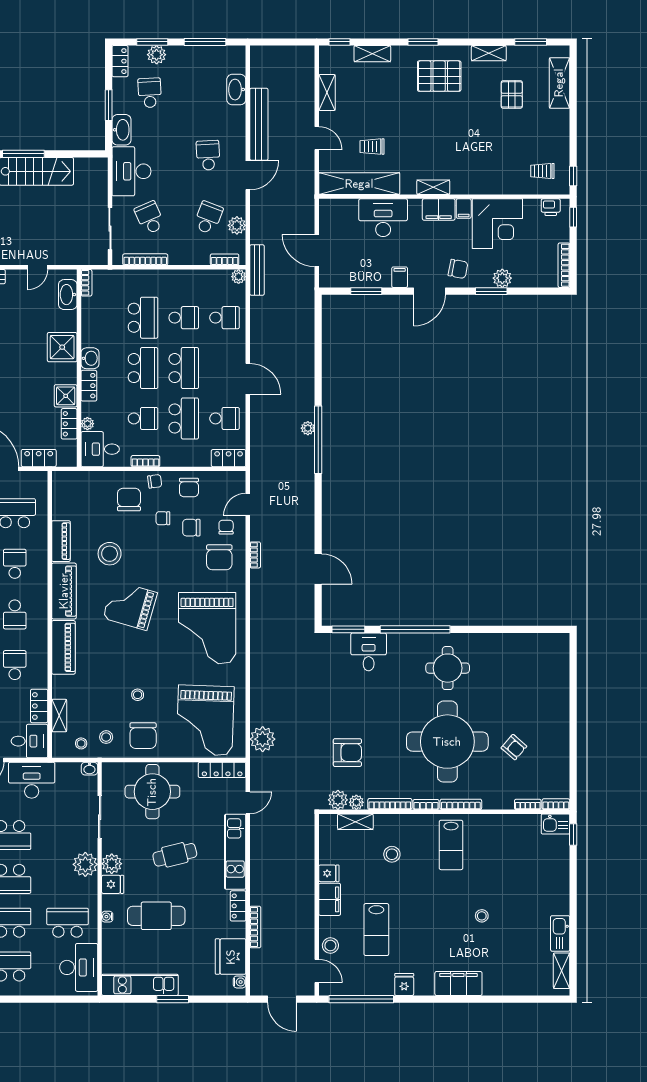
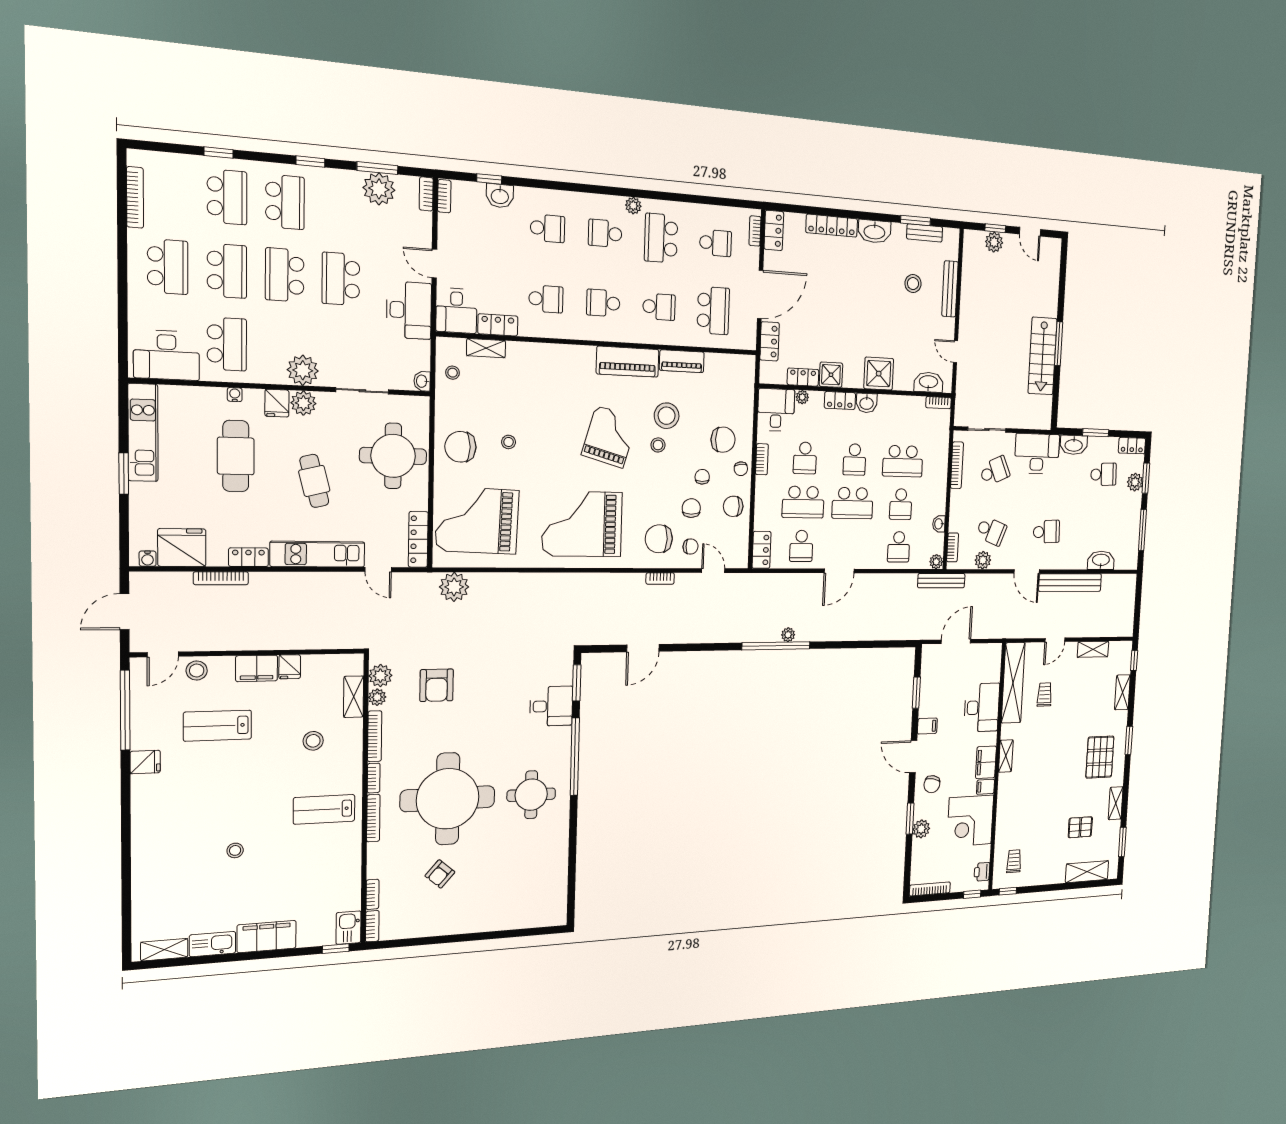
washbasin: (202, 276) -> (939, 524), added
school desk: (143, 368) -> (854, 460), width x0.54
piano: (63, 647) -> (565, 358), removed
stool: (106, 737) -> (658, 445), moved
filing cabinet: (458, 984) -> (267, 937), moved, turned -90

